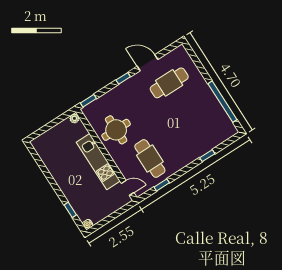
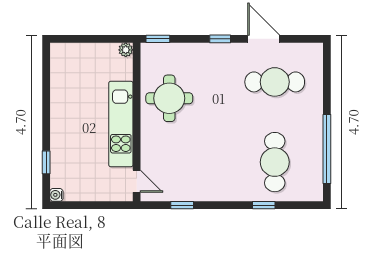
cafe table: (150, 158) -> (275, 162), moved

